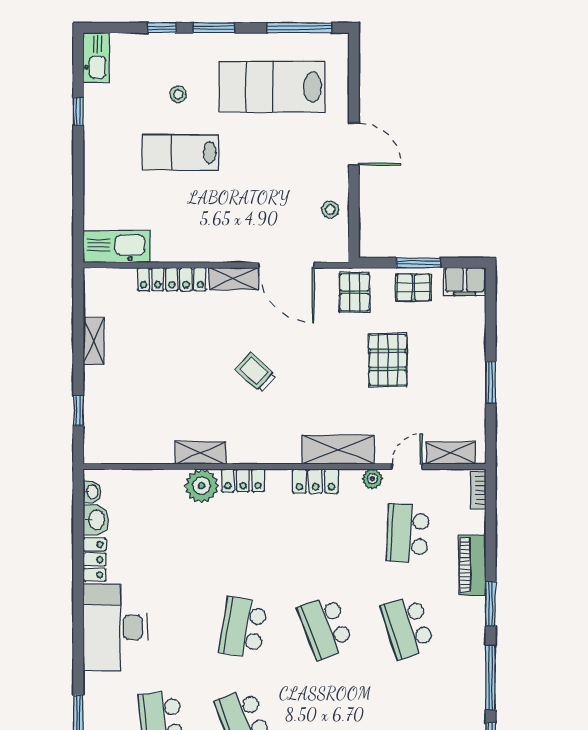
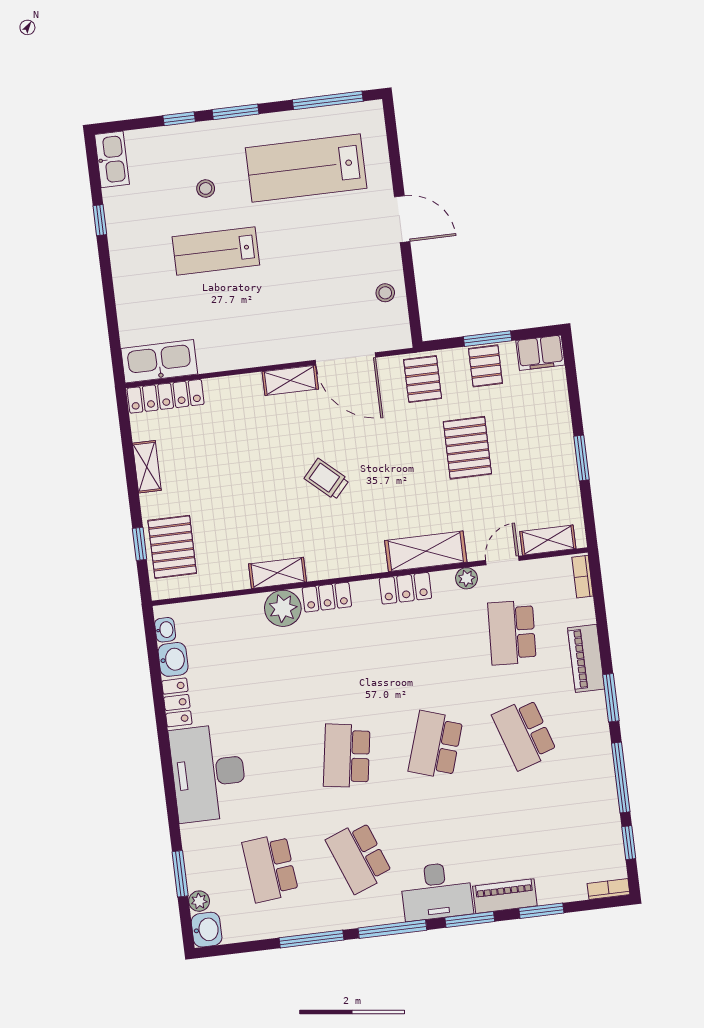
locker: (172, 279) -> (166, 396), moved
pallet: (413, 287) -> (485, 366), turned 90
pallet: (108, 417) -> (172, 547), added
school desk: (326, 627) -> (436, 745), turned 39

